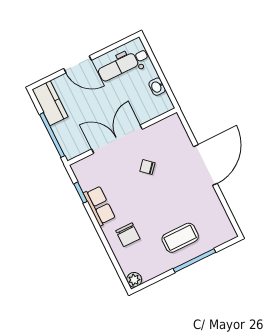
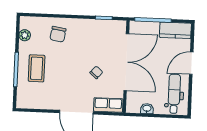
double door: (117, 139) -> (126, 62), width x1.36
row of seats: (99, 206) -> (108, 105), moved, turned 180
chair: (128, 235) -> (58, 34), turned -81
plant: (134, 280) -> (25, 35), moved

